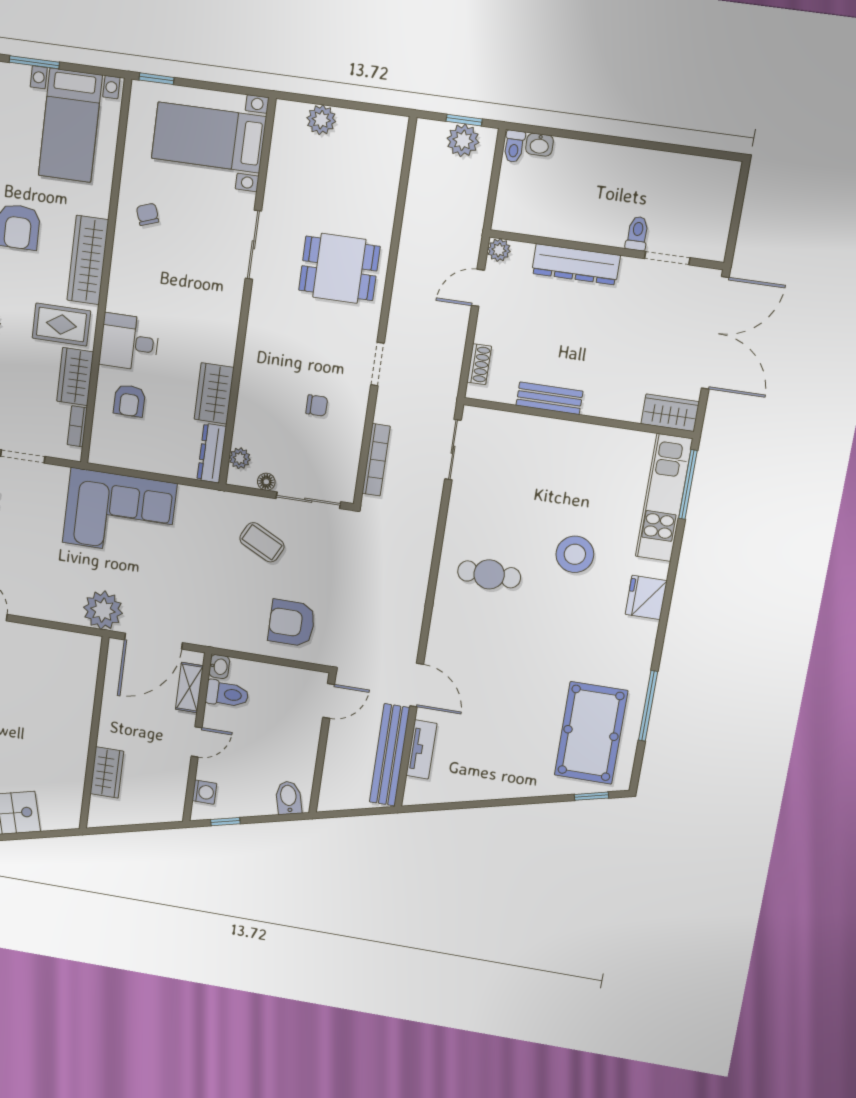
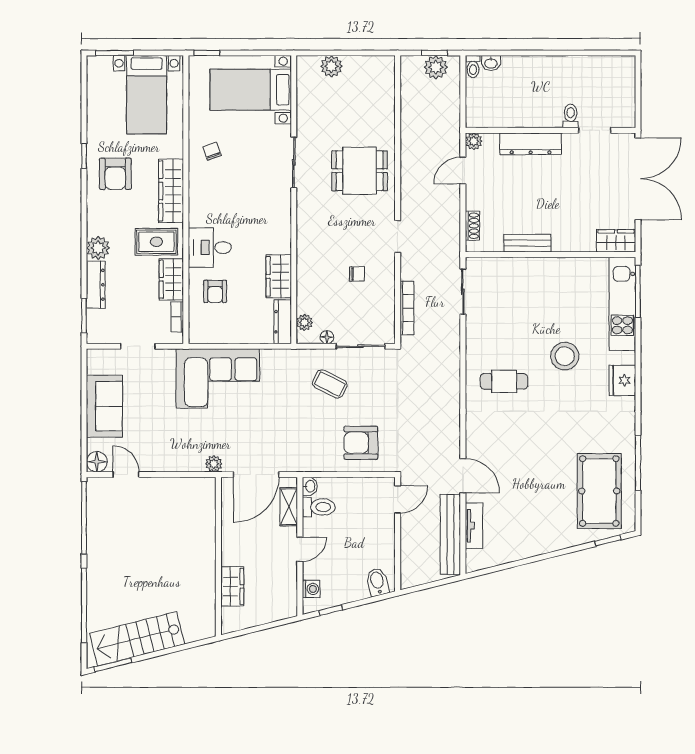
plant: (103, 610) -> (214, 464), width x0.53, depth x0.53

